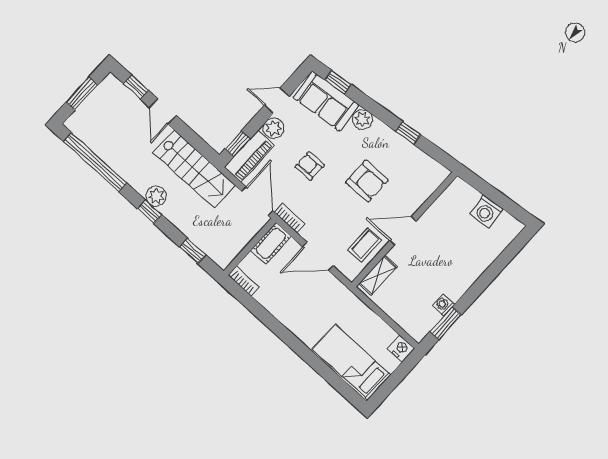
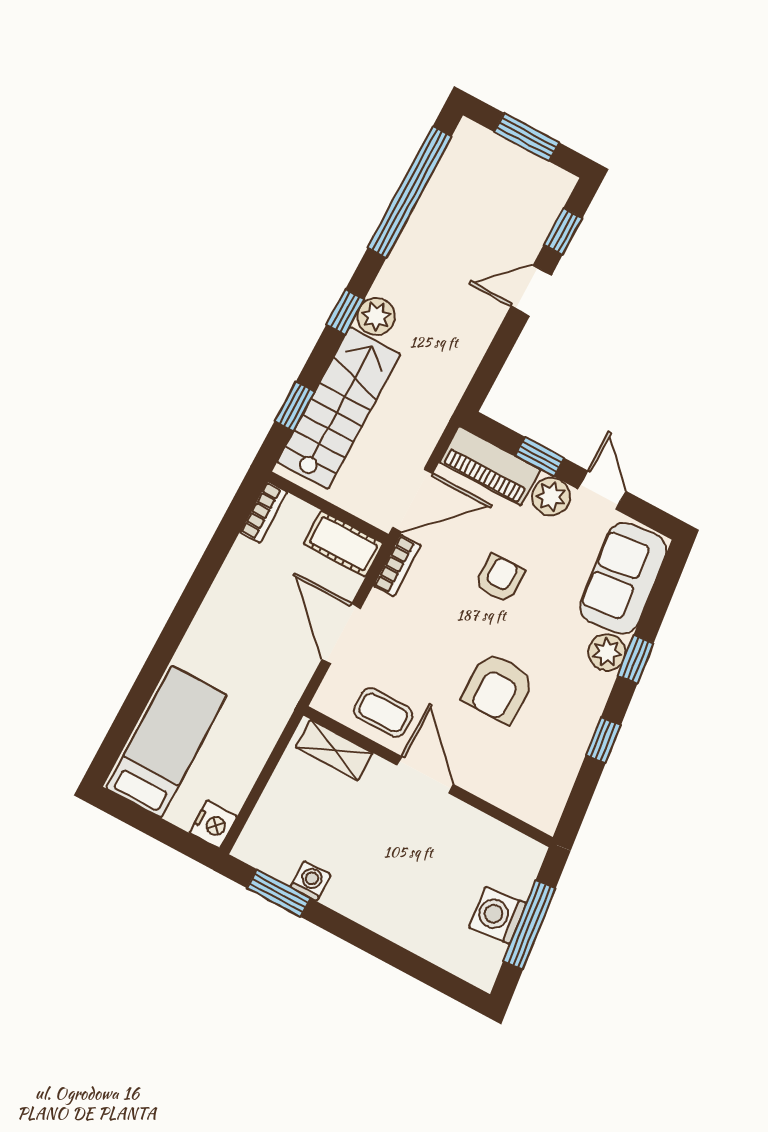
window: (338, 82) -> (636, 659), moved
window: (238, 144) -> (540, 457), moved
stairs: (194, 169) -> (339, 408), moved, turned 180
window: (495, 196) -> (529, 925), added

